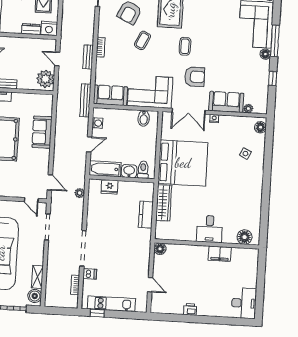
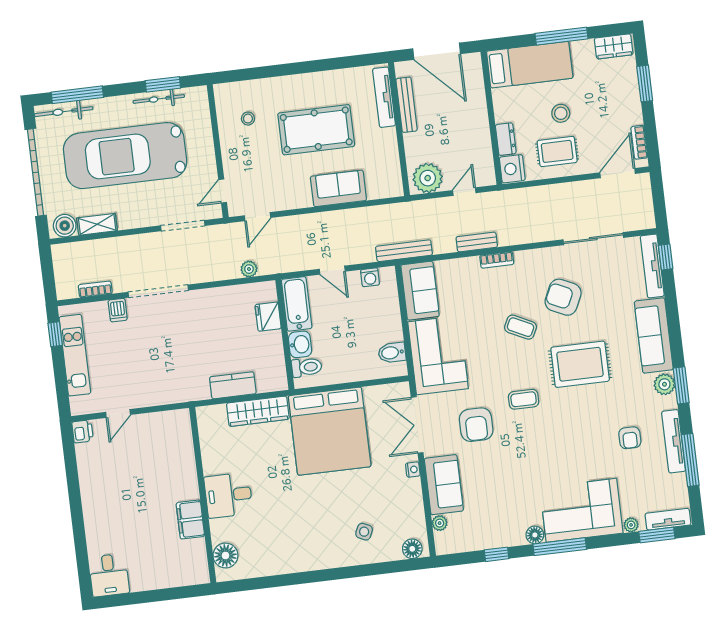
floor lamp: (160, 249) -> (181, 419), removed
desk: (244, 303) -> (109, 575), width x0.73
printer: (190, 309) -> (83, 431), moved

